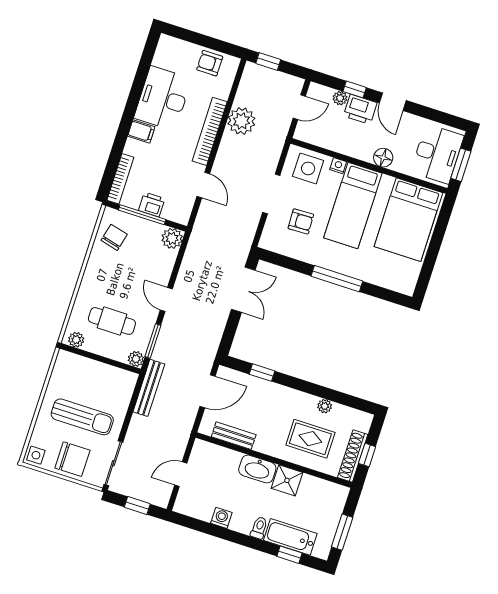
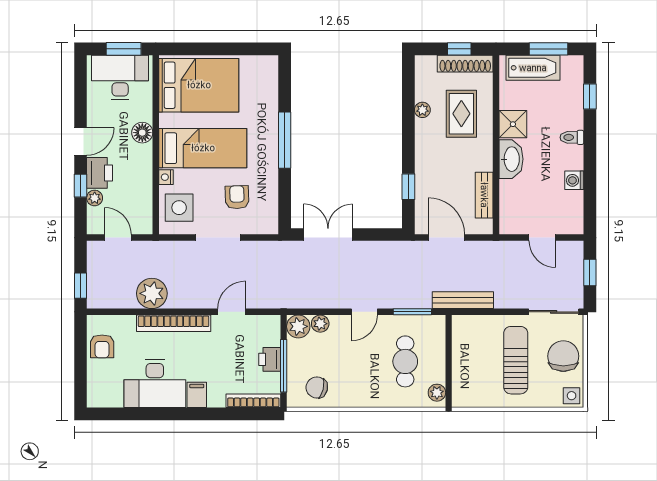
plant: (136, 359) -> (320, 324), moved
bathtub: (290, 537) -> (533, 68), moved, turned -90

